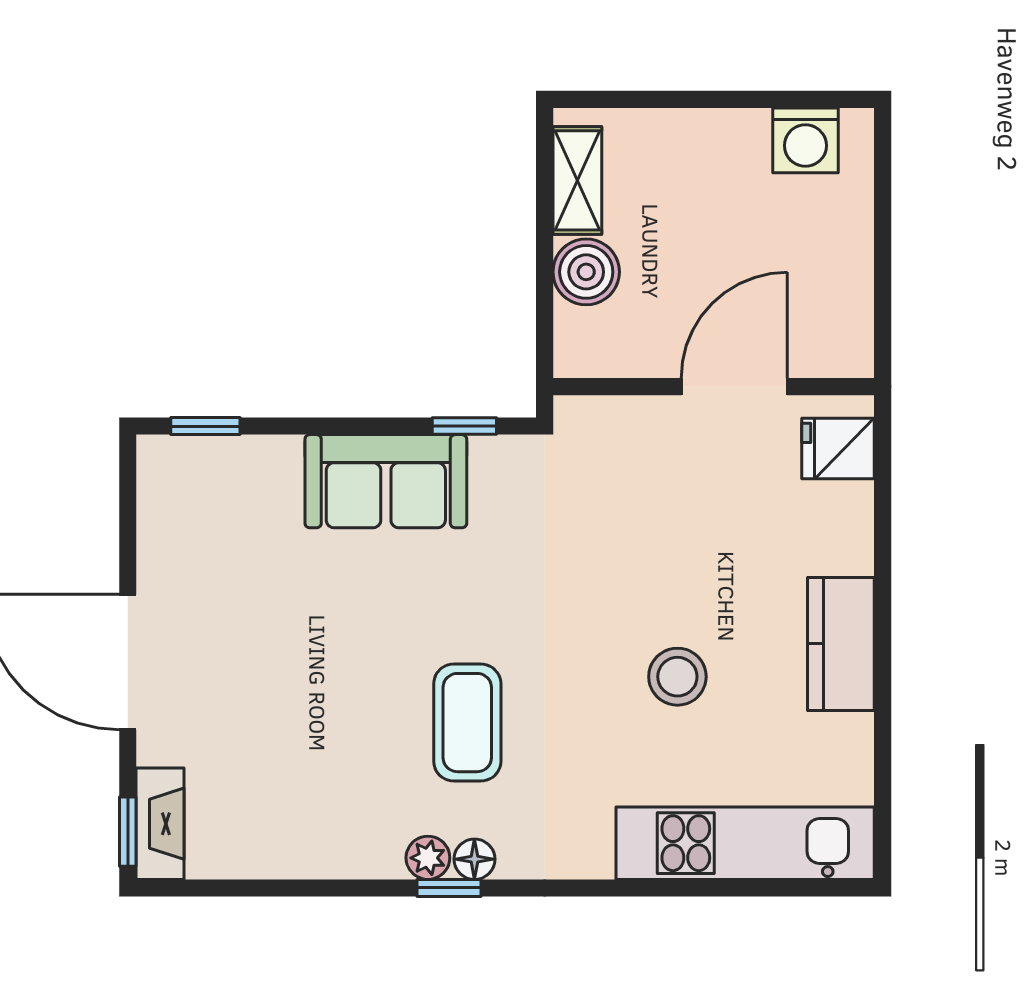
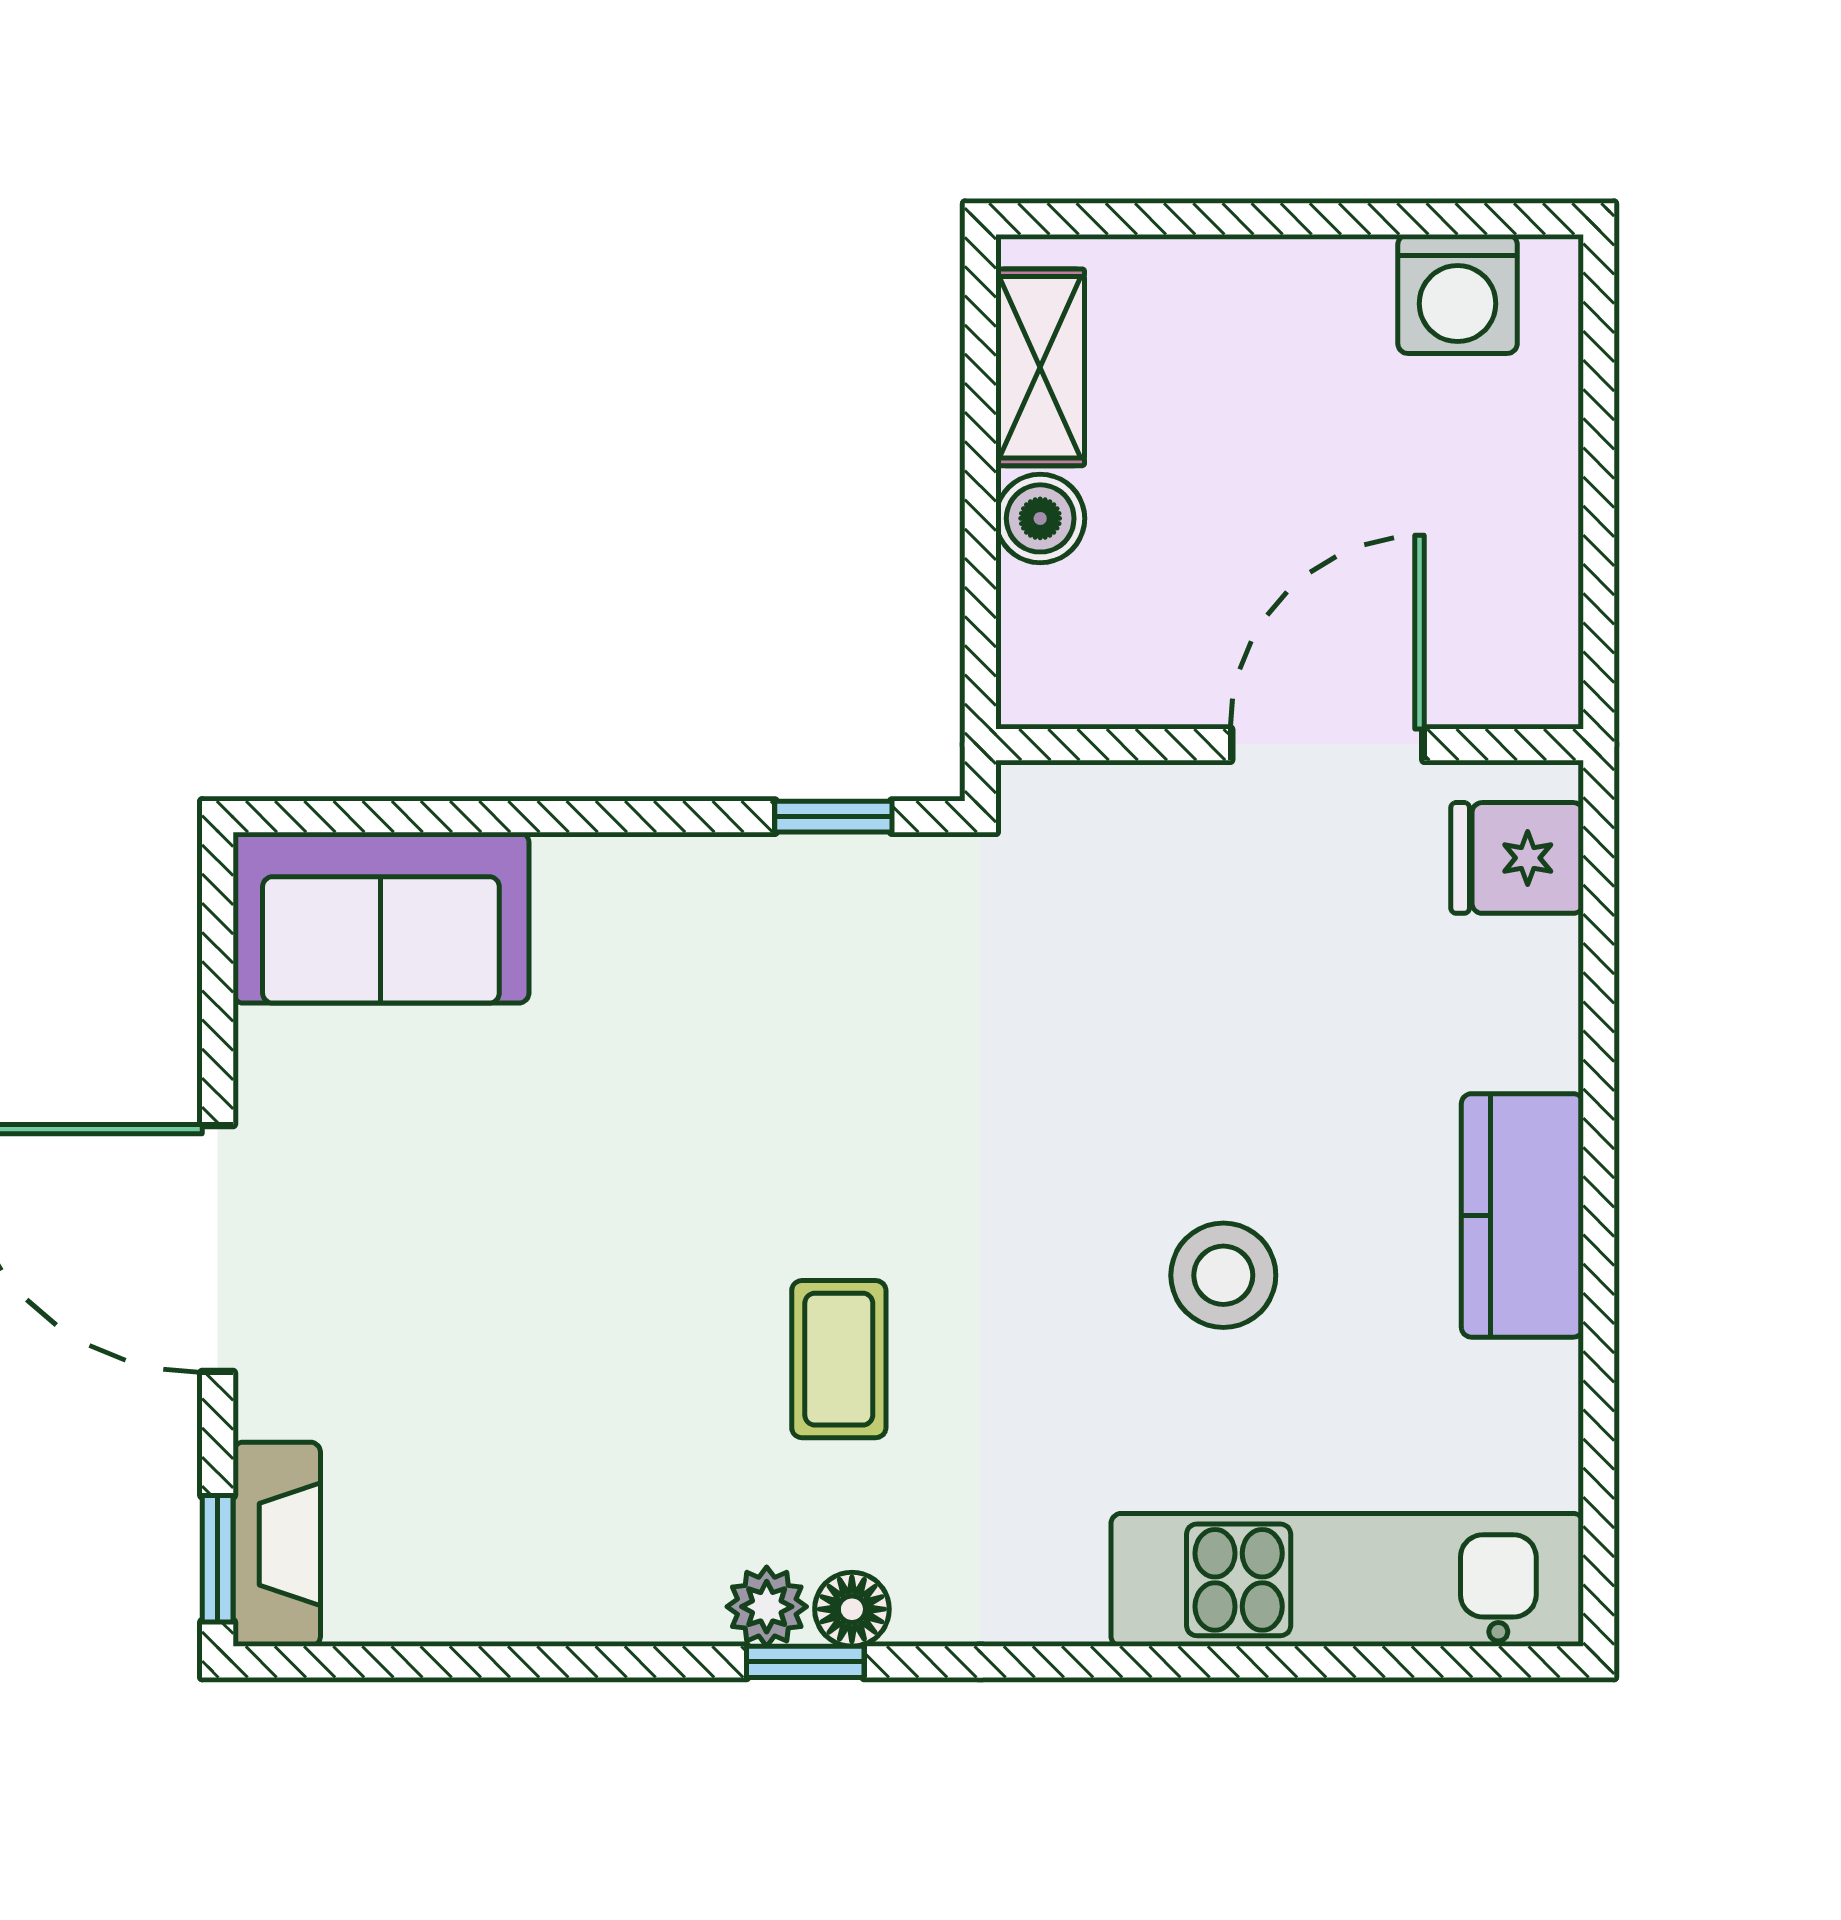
boiler: (586, 272) -> (1040, 518), width x0.73, depth x0.73
window: (205, 426) -> (359, 817), removed
sofa: (386, 481) -> (381, 918), moved
coffee table: (467, 723) -> (839, 1359), width x0.73, depth x0.77

